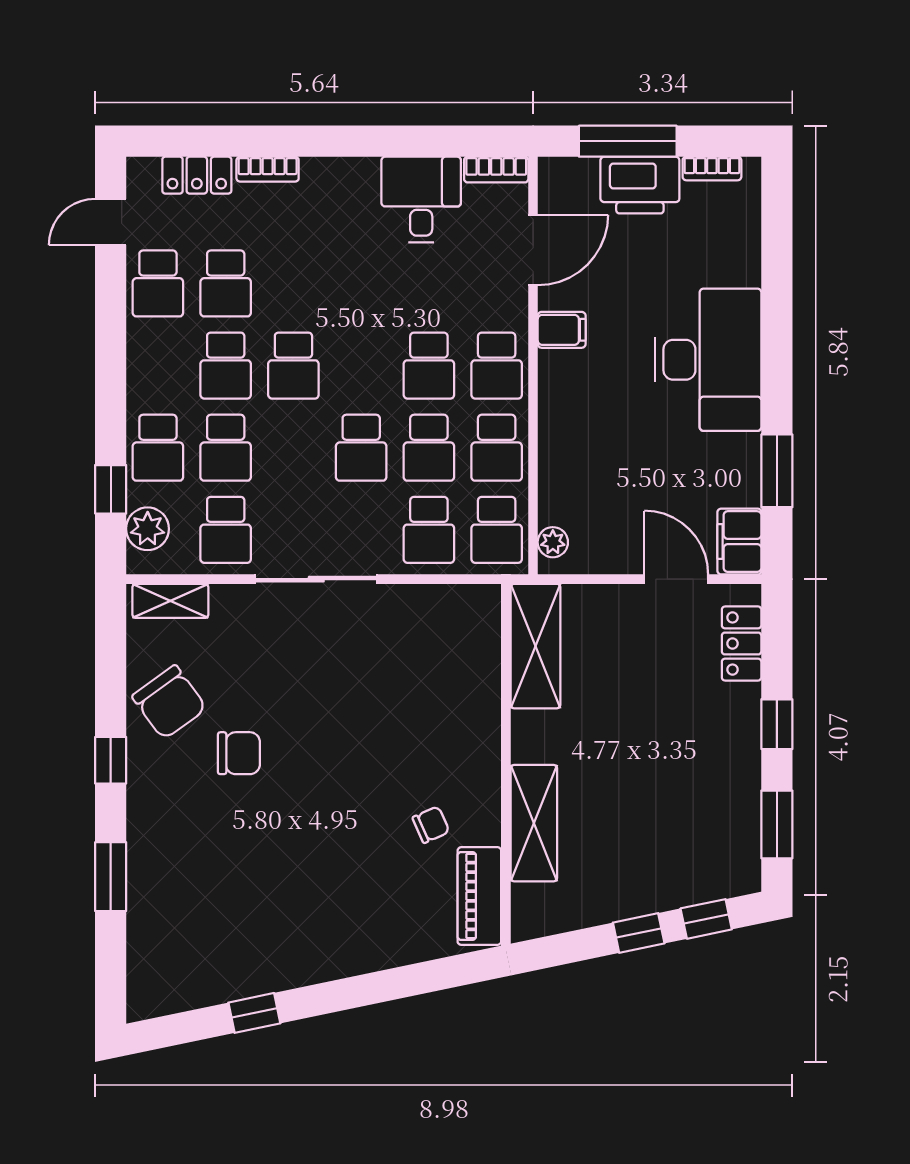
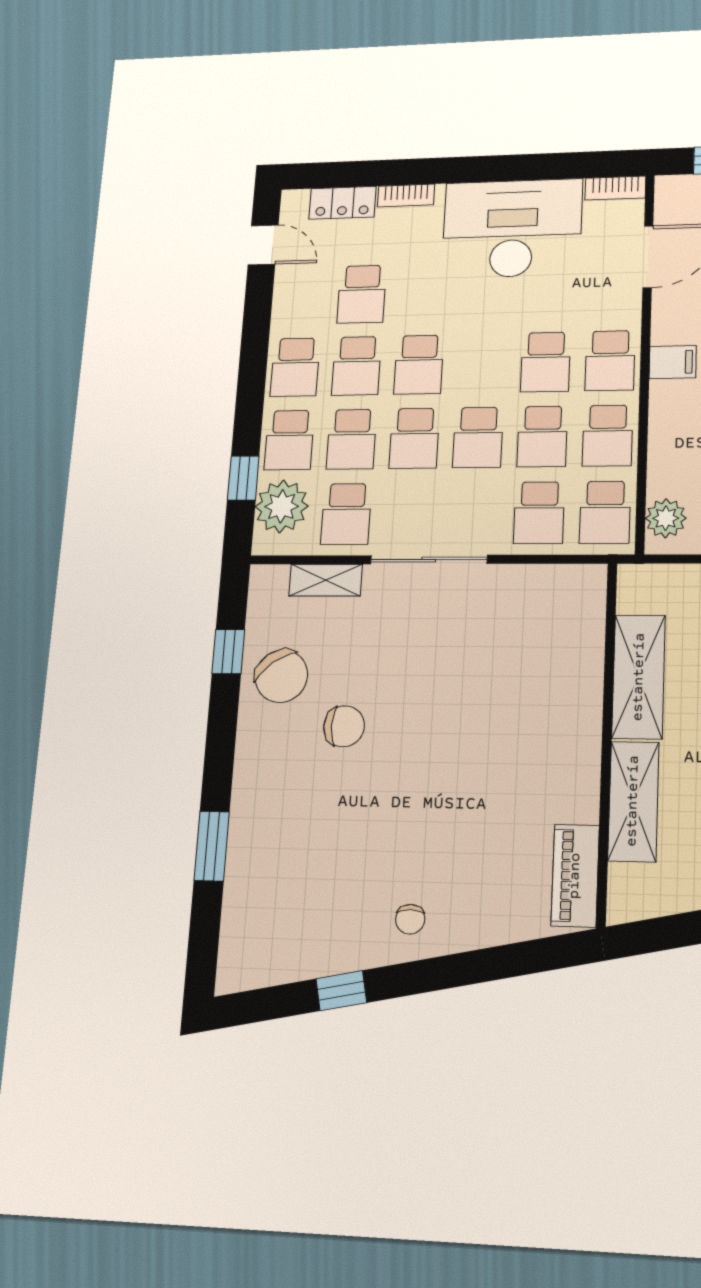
desk: (421, 200) -> (512, 228), width x1.87, depth x1.30
door: (111, 222) -> (263, 245), swing flipped
school desk: (158, 283) -> (295, 367), moved
filing cabinet: (562, 330) -> (673, 362), moved
school desk: (293, 448) -> (414, 438), added
plant: (148, 529) -> (282, 506), width x1.36, depth x1.36
plant: (553, 542) -> (666, 518), width x1.38, depth x1.38
shelving: (170, 601) -> (326, 580), moved
shelving: (535, 646) -> (639, 677), moved
window: (111, 760) -> (228, 652), moved
chair: (431, 825) -> (410, 919), moved, turned 114

